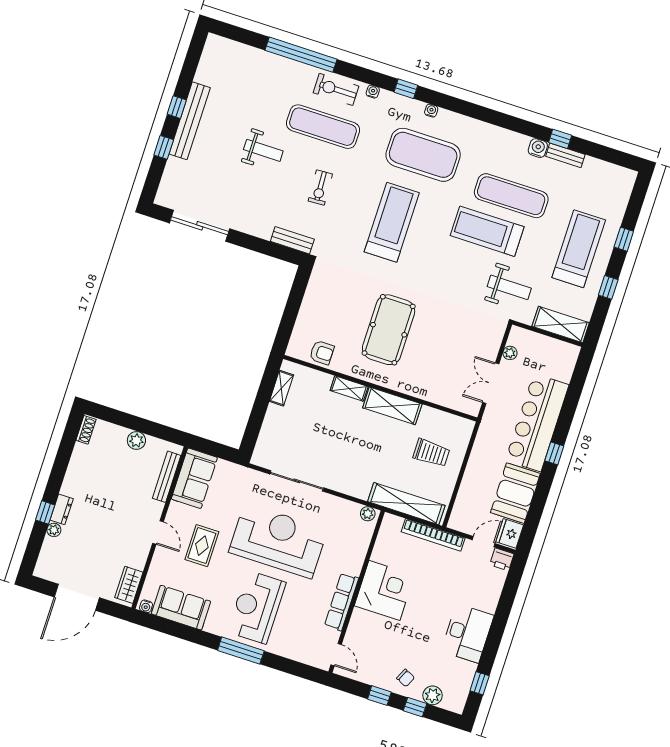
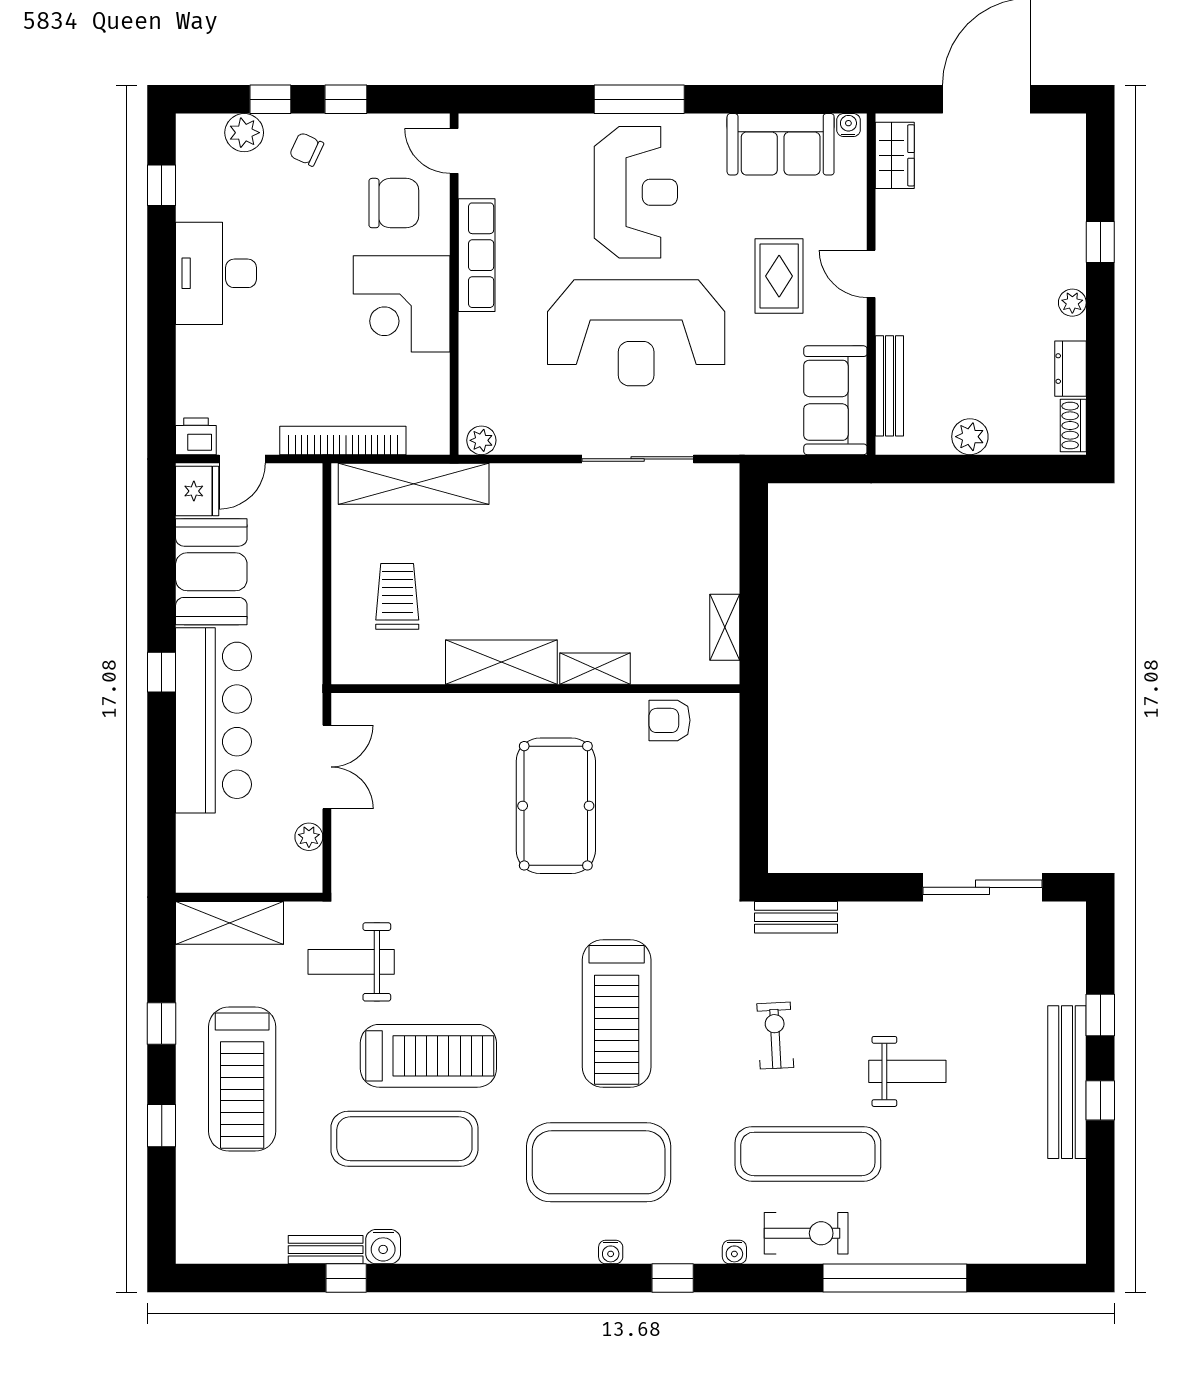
weight bench: (263, 150) -> (907, 1071), turned 180
trolley: (431, 453) -> (397, 596), turned 90
dresser: (62, 509) -> (1070, 369), moved
plant: (54, 530) -> (1072, 303), moved
chair: (373, 639) -> (394, 203), added

